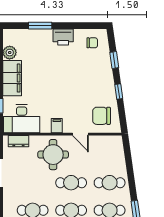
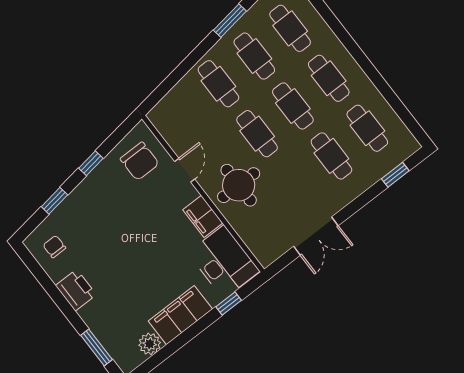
window: (40, 26) -> (96, 347), moved
filing cabinet: (57, 126) -> (203, 216), width x2.00
dresser: (18, 141) -> (256, 244), removed

